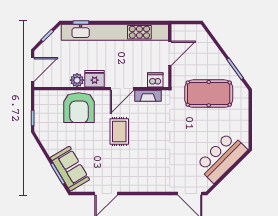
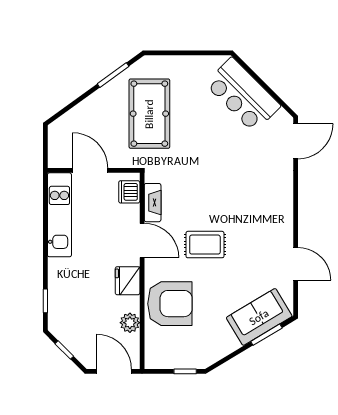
kitchen unit: (115, 32) -> (59, 215), width x0.54
plant: (77, 80) -> (130, 323), moved

